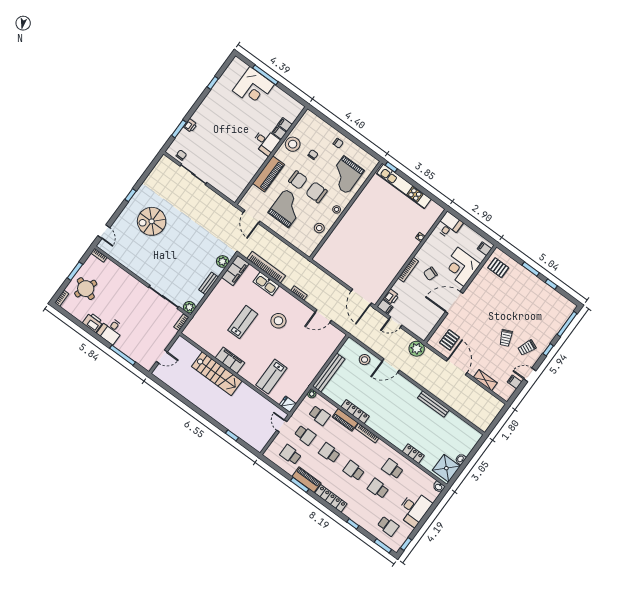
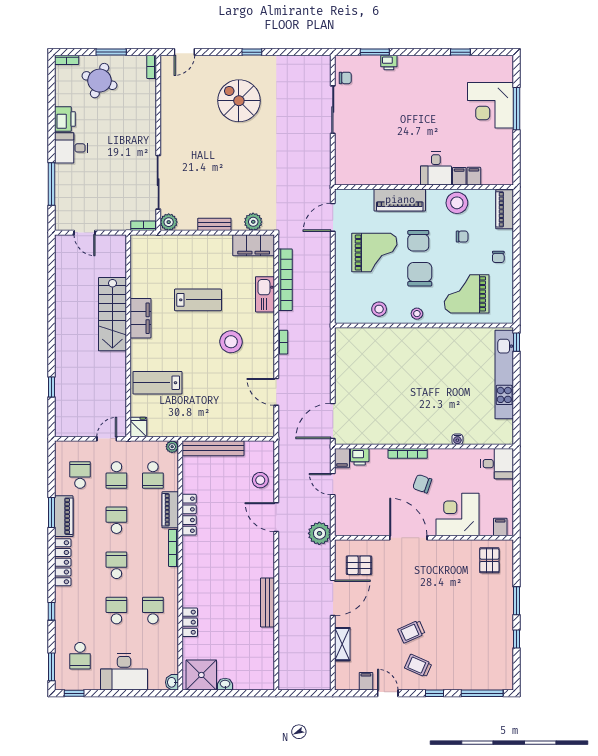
piano: (315, 121) -> (505, 209), added

